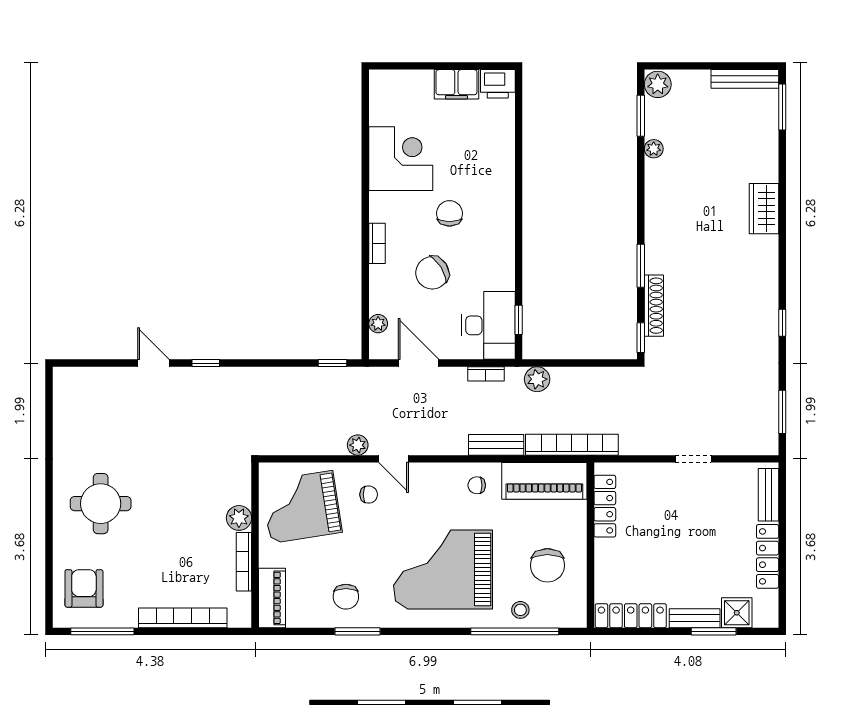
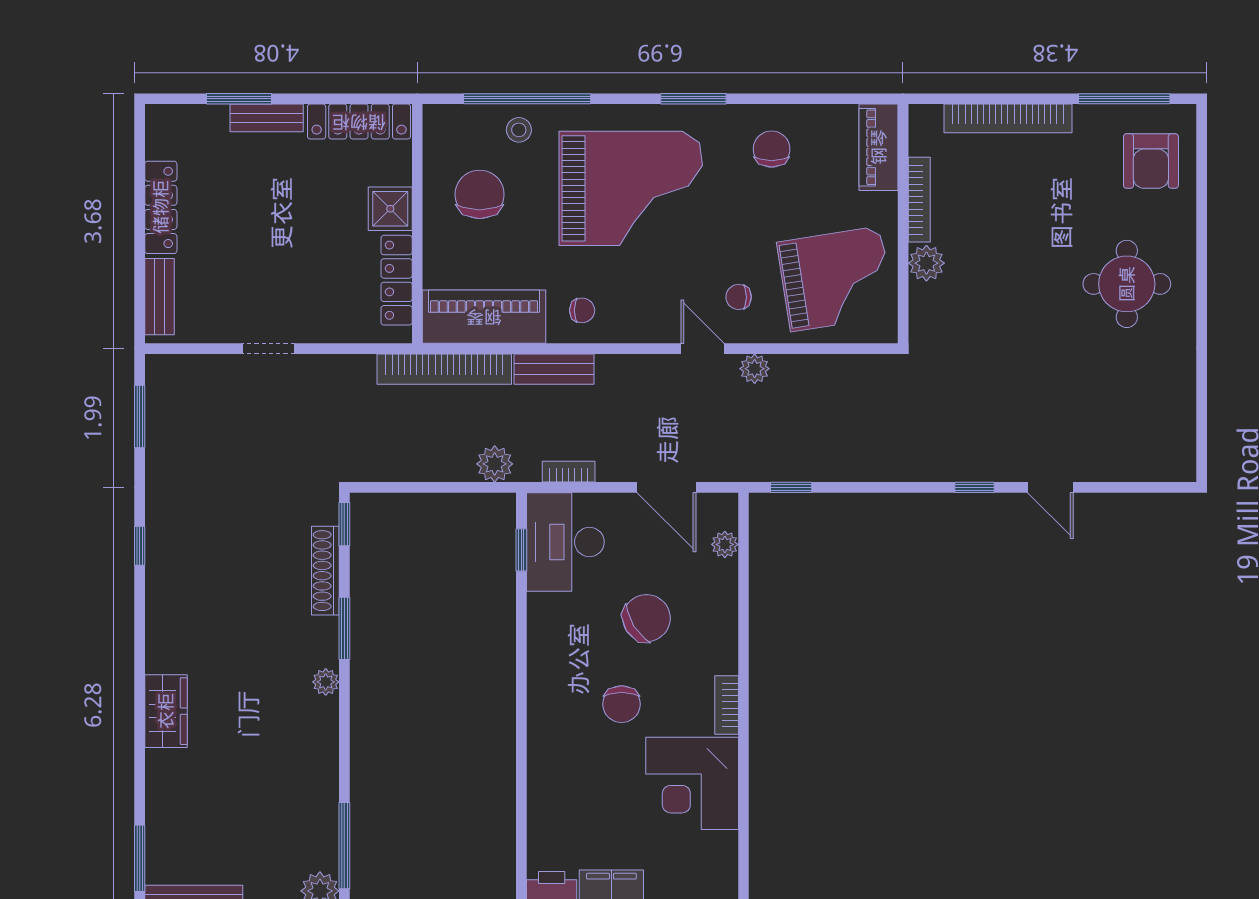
window: (641, 116) -> (344, 846), width x1.44
plant: (654, 149) -> (326, 682), moved
bookcase: (377, 243) -> (727, 705), moved
shower: (737, 613) -> (390, 209), moved
window: (358, 631) -> (693, 99), moved

